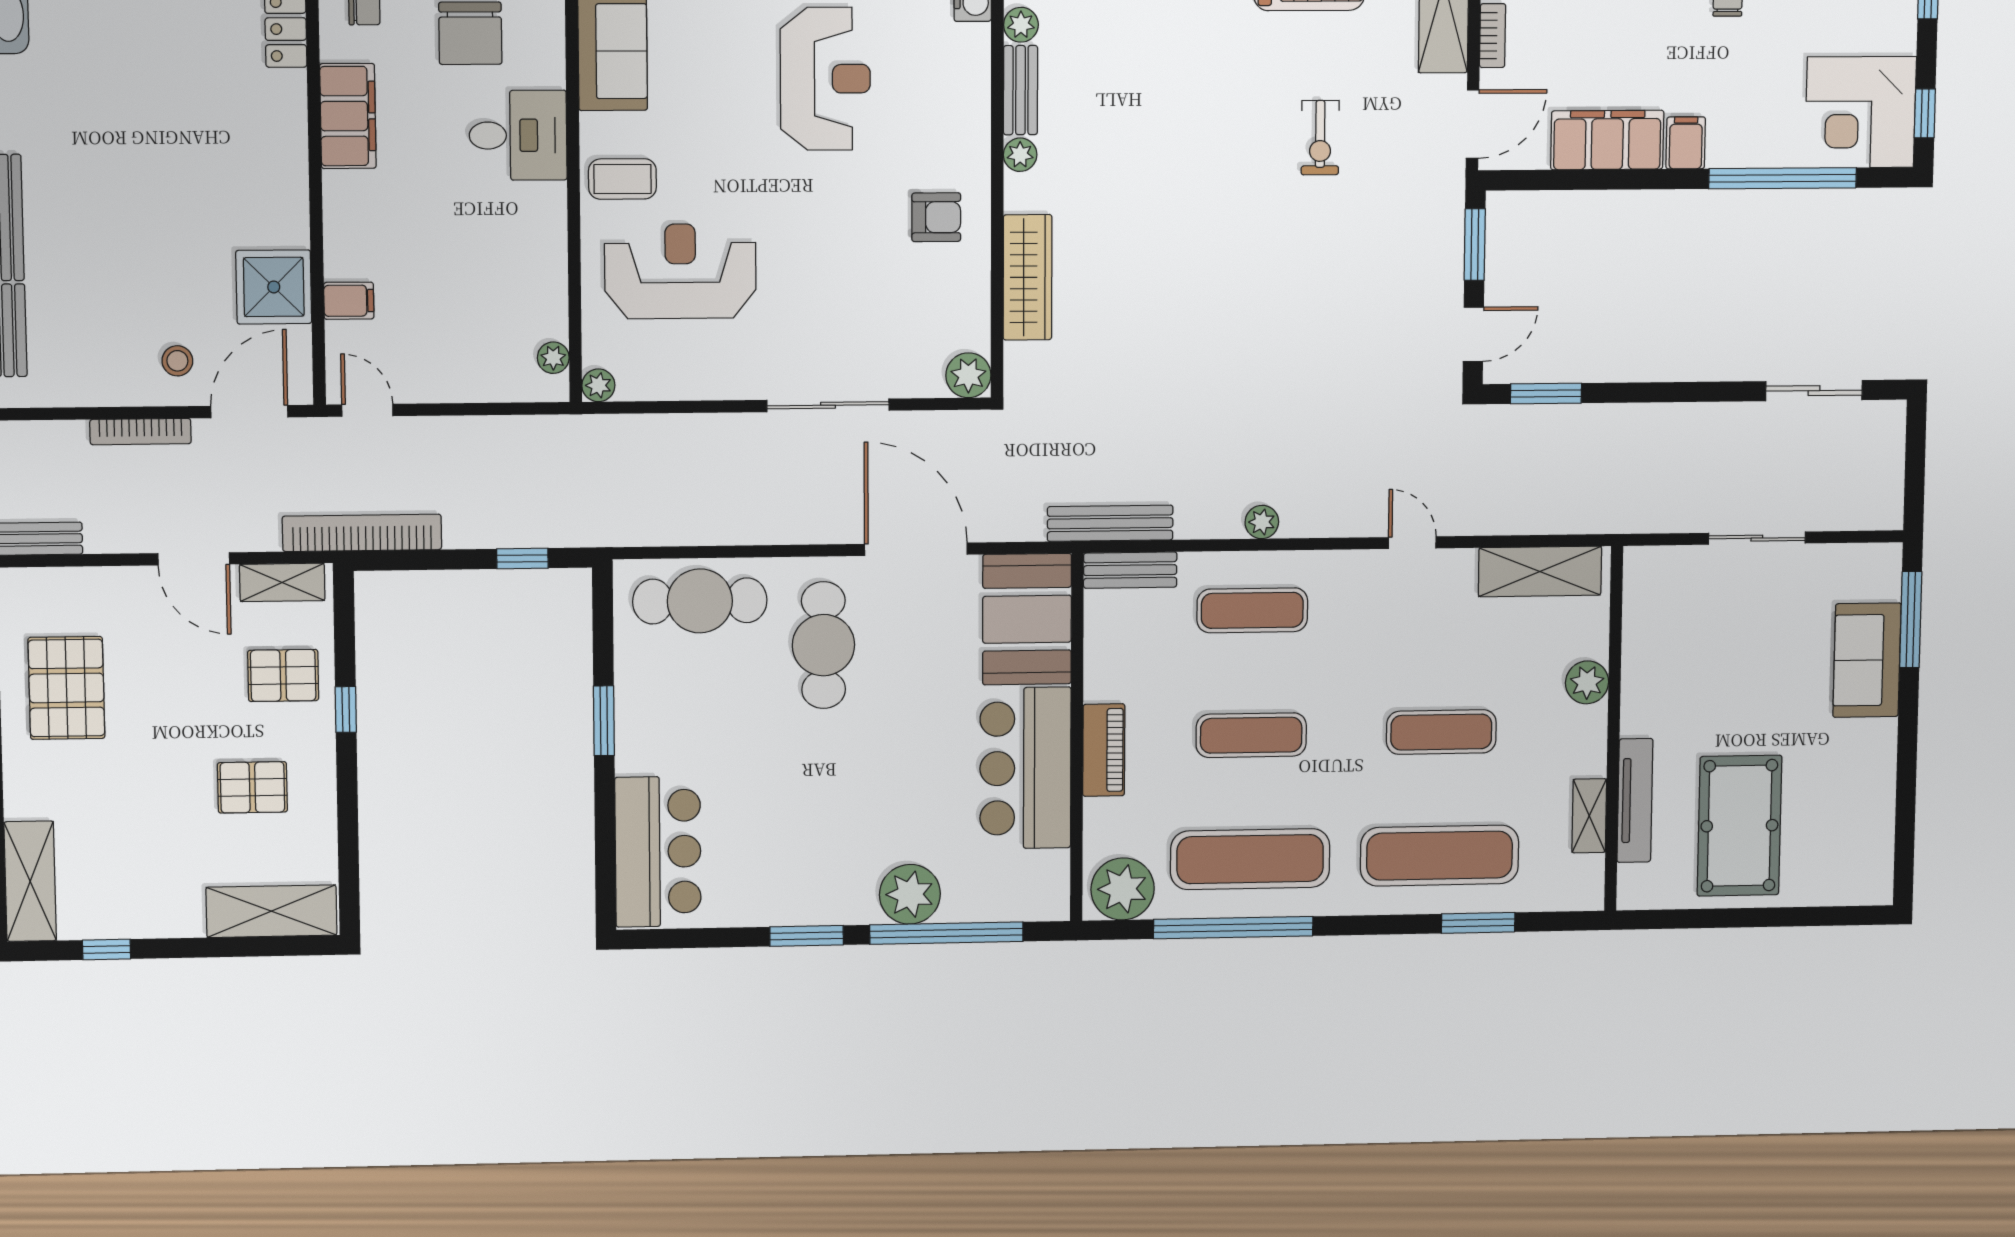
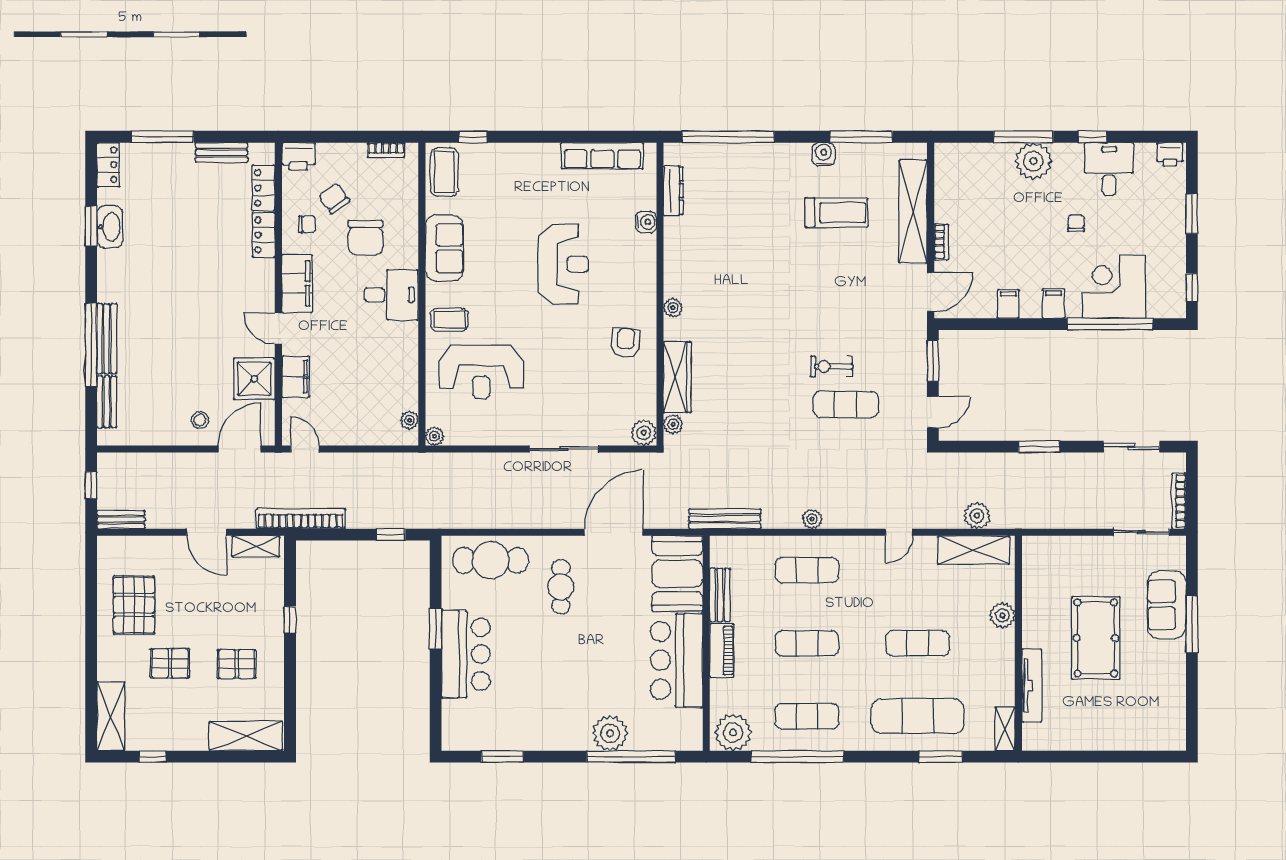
plant: (1021, 25) -> (673, 424), moved
bench: (1020, 90) -> (673, 271), removed
corner desk: (1860, 112) -> (1114, 287), moved, turned 90
exercise bike: (1320, 138) -> (832, 367), moved, turned 90
filing cabinet: (1607, 140) -> (1008, 304), width x0.33, depth x0.86
door: (316, 197) -> (278, 328), added
armchair: (936, 217) -> (625, 343), turned -84
reception desk: (680, 271) -> (481, 372), turned 180
filing cabinet: (349, 301) -> (296, 377), width x2.00
exercise mat: (1322, 322) -> (846, 404), added
window: (1546, 393) -> (1039, 447), moved
bookcase: (140, 432) -> (1179, 501), moved, turned 90
plant: (1547, 512) -> (977, 516), added
sliding door: (1757, 538) -> (1141, 532), moved
door: (1412, 543) -> (899, 532), swing flipped
door: (916, 549) -> (614, 532), hinge flipped
bench: (1130, 570) -> (720, 595), moved, turned 90
window: (1911, 620) -> (1192, 624), moved
cafe table: (823, 645) -> (561, 587), width x0.73, depth x0.74
pallet: (283, 675) -> (170, 663), moved
shelving: (1589, 816) -> (1005, 729), moved
pool table: (1739, 826) -> (1096, 638), moved
bar counter: (658, 852) -> (466, 654), moved
exercise mat: (1250, 859) -> (807, 716), width x0.73, depth x0.69
window: (807, 936) -> (502, 757), moved

